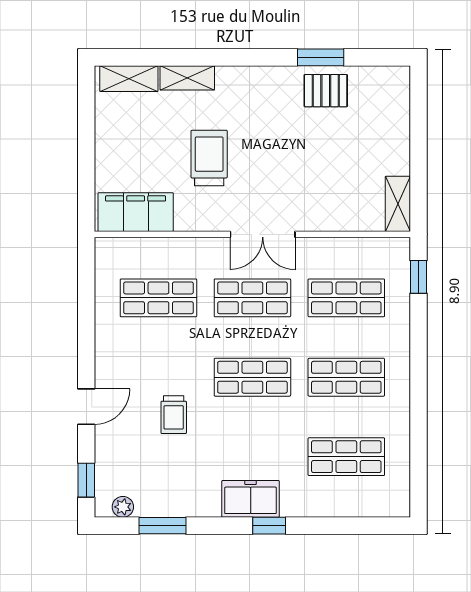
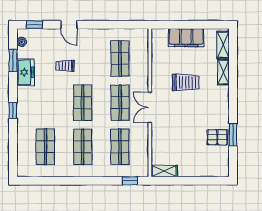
pallet: (326, 91) -> (217, 137), turned 90
filing cabinet: (136, 212) -> (186, 38), moved, turned 90
freezer: (251, 499) -> (25, 72), moved

